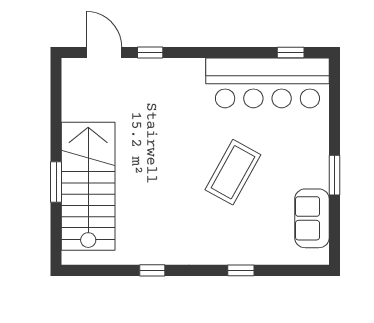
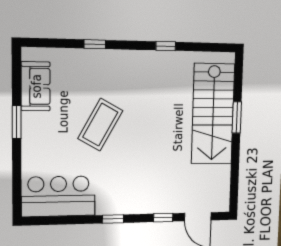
window: (291, 52) -> (113, 219), moved
bar counter: (267, 83) -> (58, 196), width x0.73

